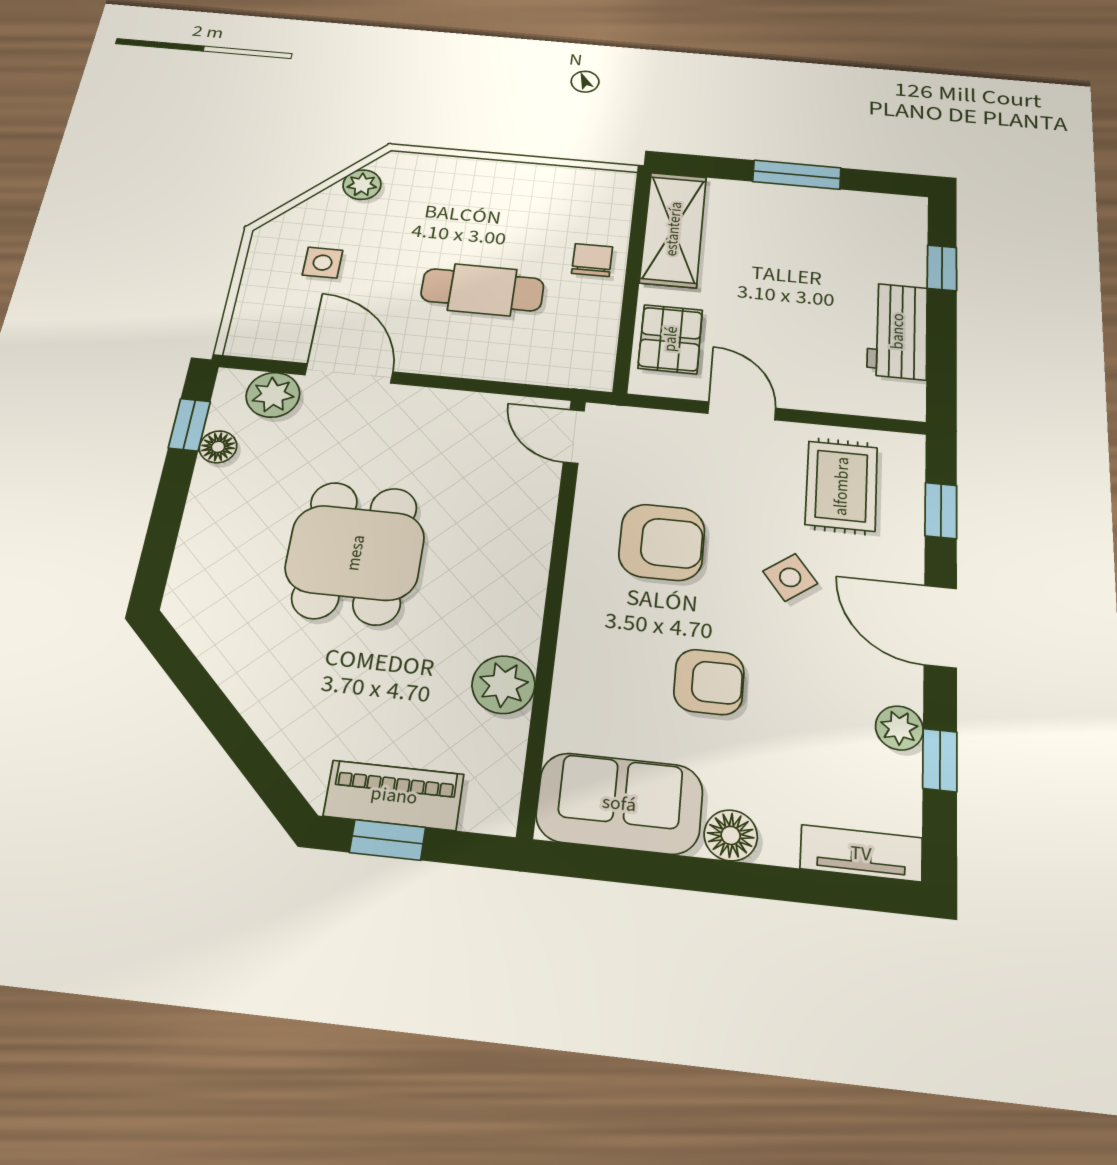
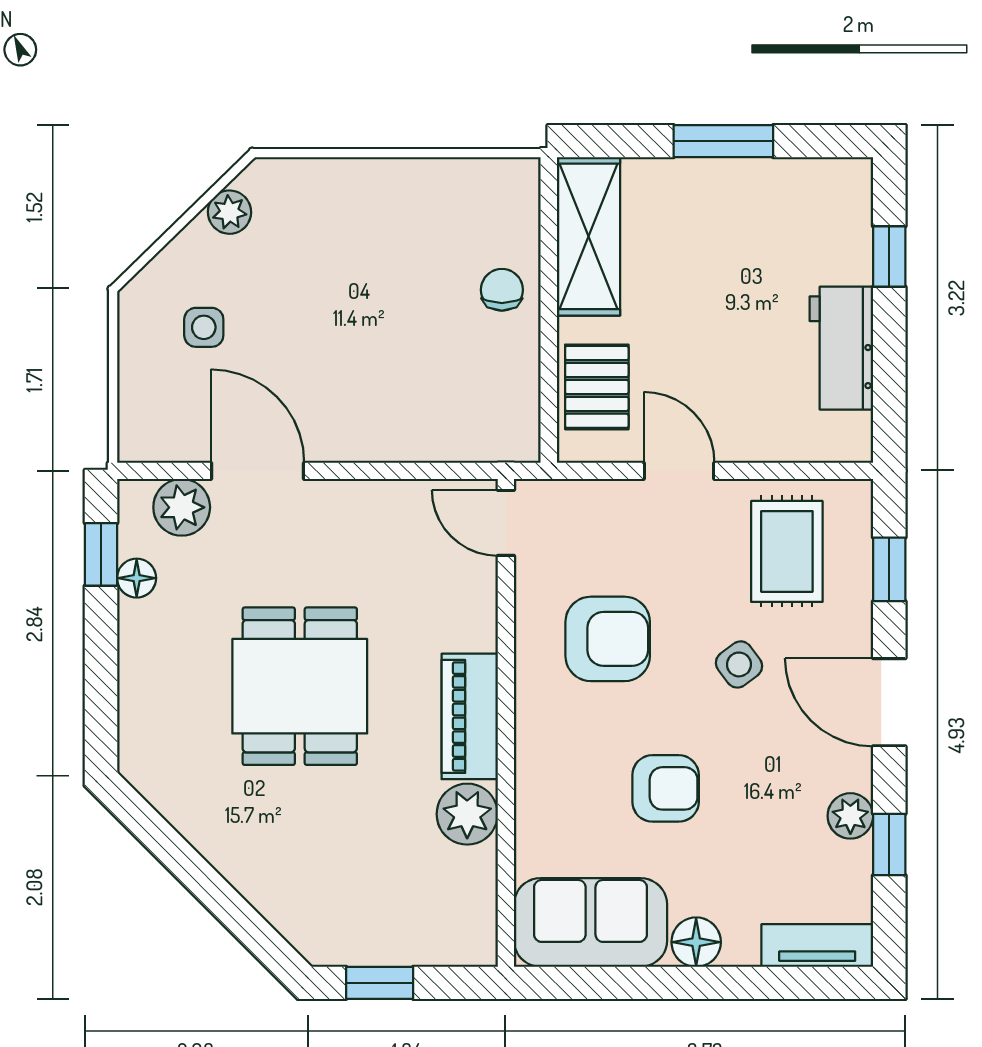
cafe table: (482, 290) -> (386, 344), removed
piano: (394, 795) -> (470, 716), moved, turned -90

